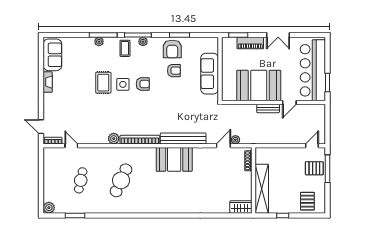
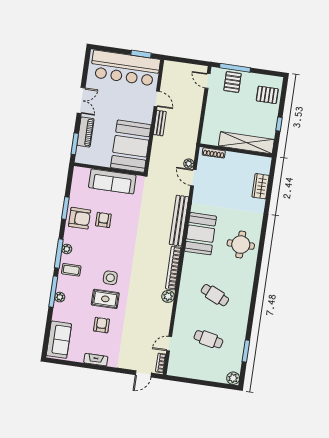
sofa: (52, 55) -> (59, 340), moved, turned 90
armchair: (143, 84) -> (101, 325), moved
booth: (259, 86) -> (131, 146), moved
cafe table: (121, 180) -> (215, 295), width x0.73, depth x0.74
round table: (170, 197) -> (241, 245), added
wardrobe: (241, 207) -> (260, 186), moved

